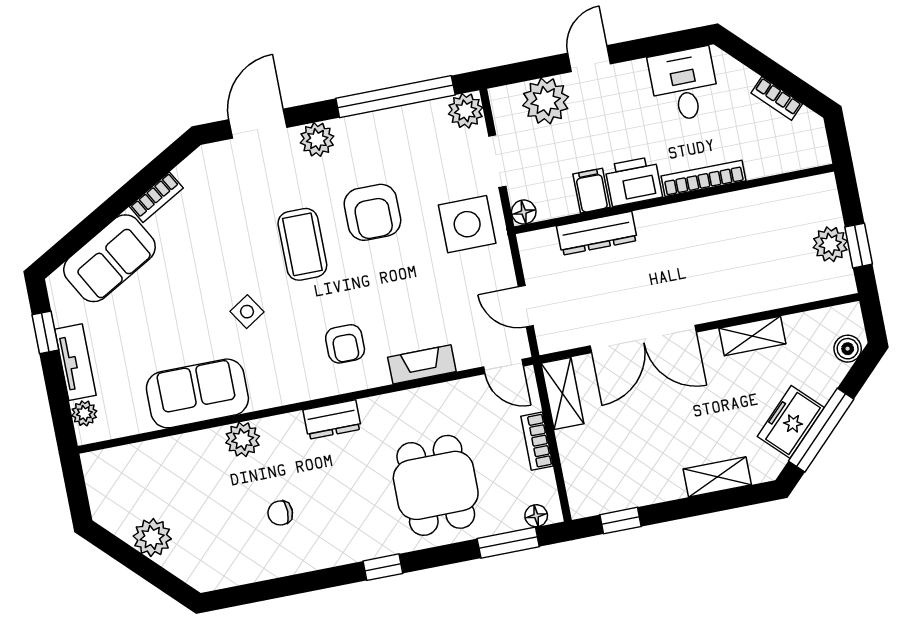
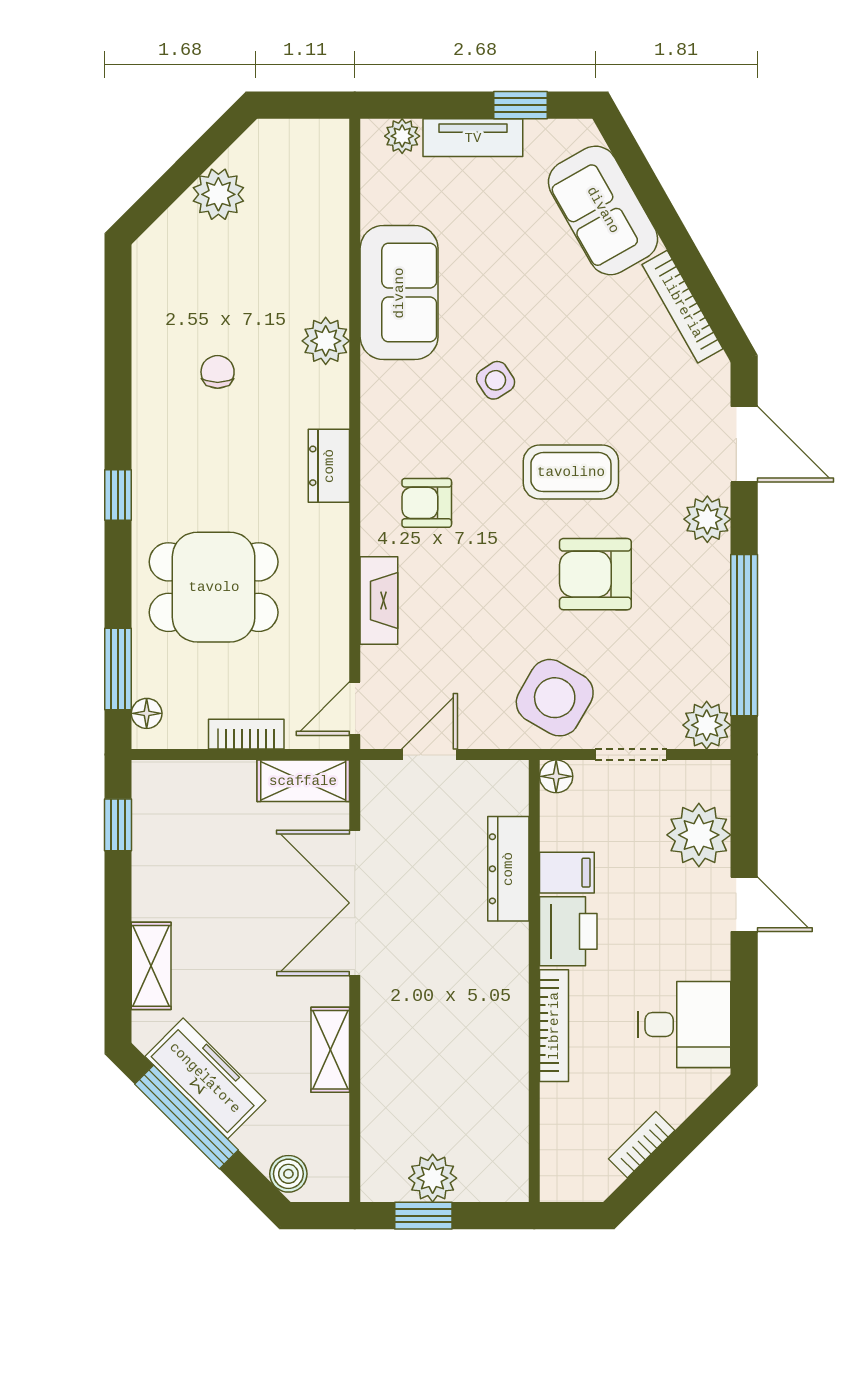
bookcase: (156, 197) -> (682, 307), width x1.56
side table: (467, 224) -> (555, 698), turned 30
freezer: (791, 422) -> (205, 1078), width x1.40

